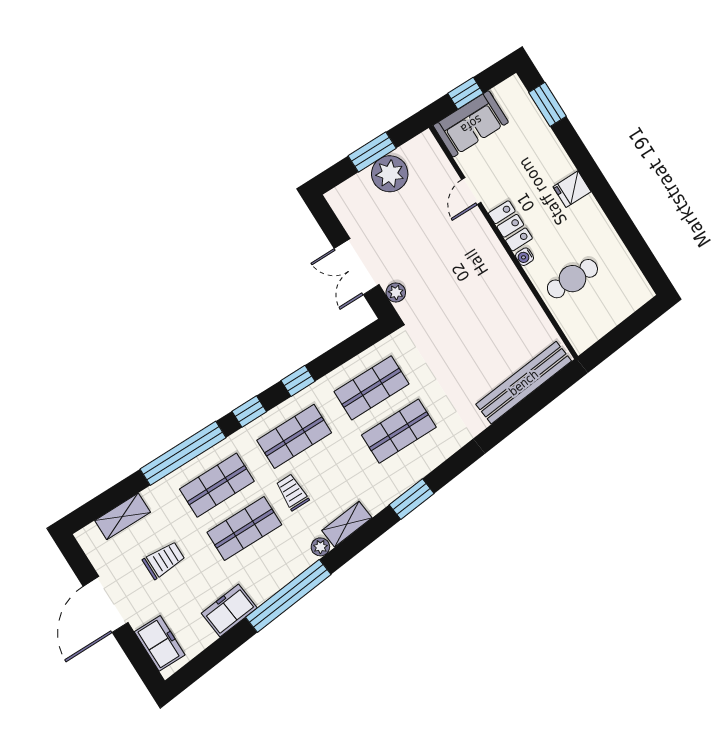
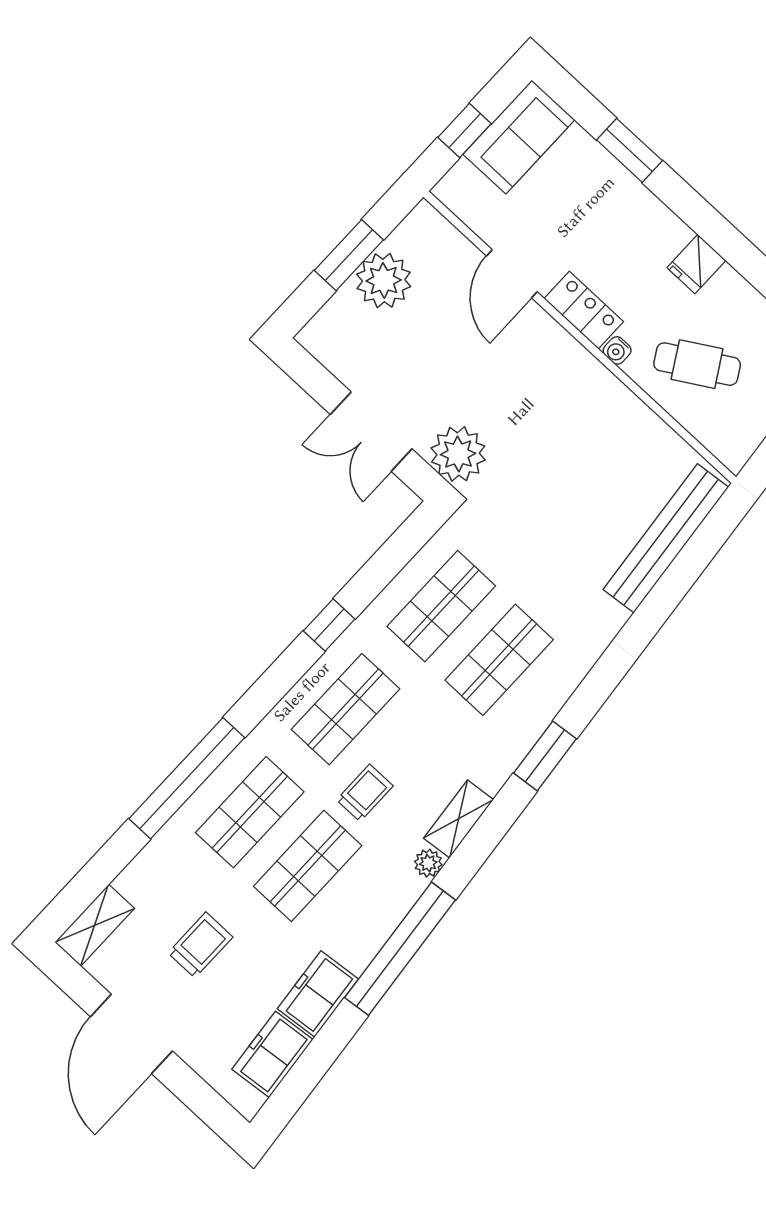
window: (548, 104) -> (629, 150), moved
sofa: (471, 124) -> (519, 137), moved
fridge: (572, 189) -> (696, 264), moved
door: (471, 191) -> (512, 274), width x1.38
cafe table: (572, 279) -> (697, 364), turned 59
plant: (396, 292) -> (458, 454), width x1.88, depth x1.88
window: (249, 412) -> (269, 690), removed
trolley: (292, 492) -> (365, 793), turned 90
shelving: (123, 516) -> (95, 925), moved
freezer: (160, 643) -> (272, 1054), moved, turned -96

